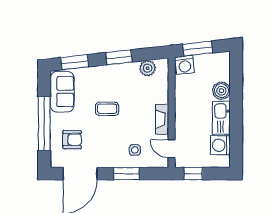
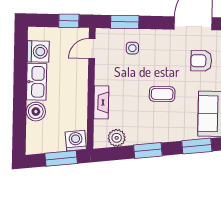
fireplace: (162, 119) -> (101, 102), moved
door: (172, 149) -> (92, 49), swing flipped
window: (127, 174) -> (125, 22), moved

